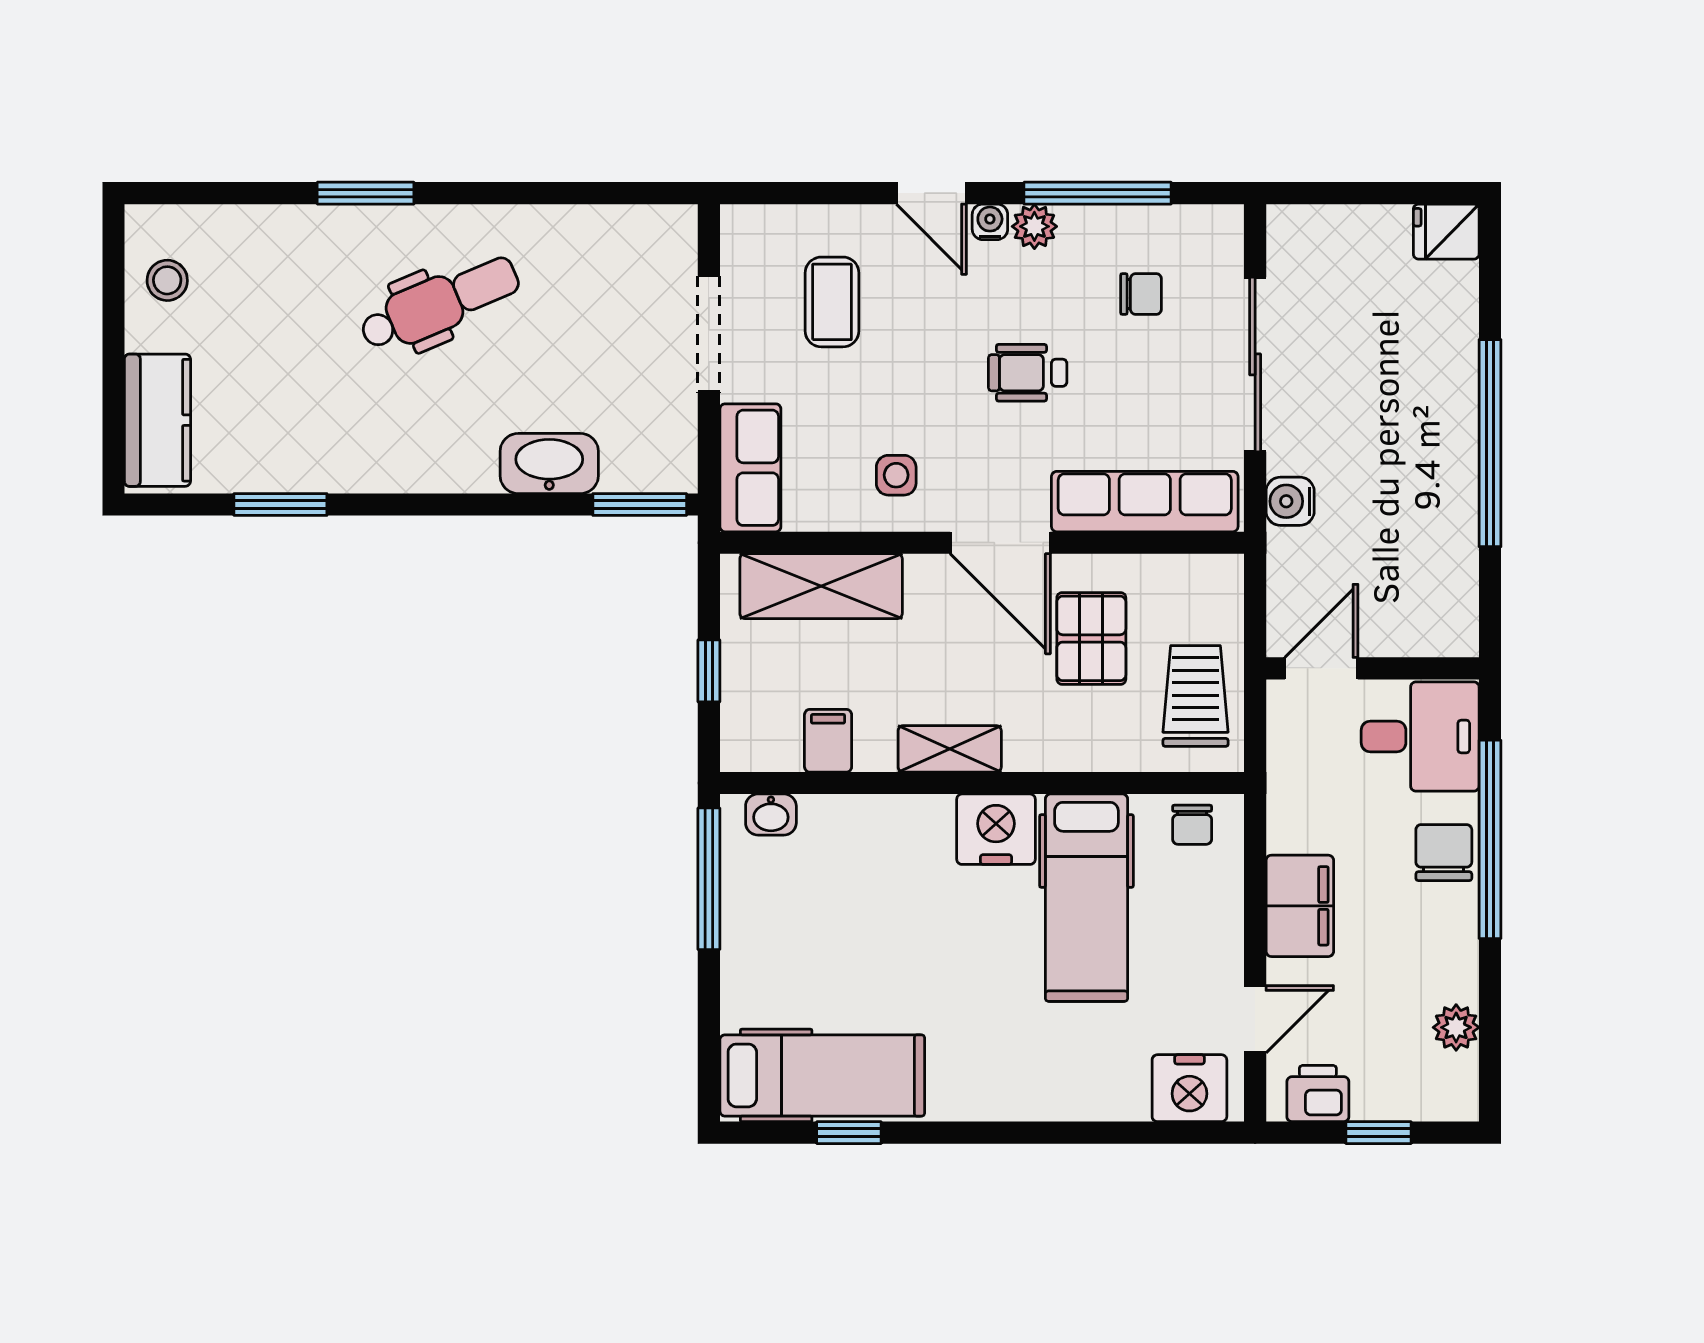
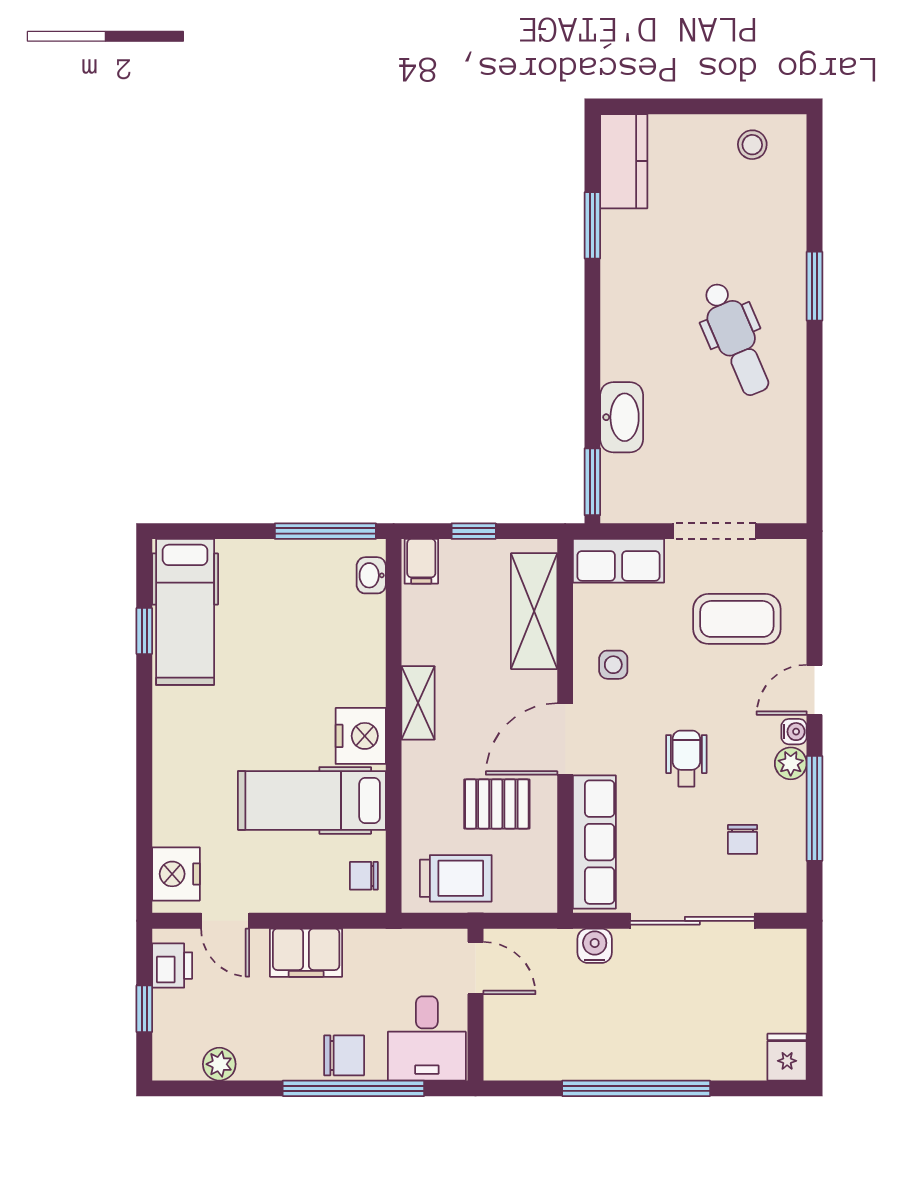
coffee table: (832, 302) -> (737, 619), width x1.36, depth x1.30
kitchen counter: (157, 420) -> (624, 161), moved, turned -90
filing cabinet: (828, 741) -> (421, 561), moved, turned 90

